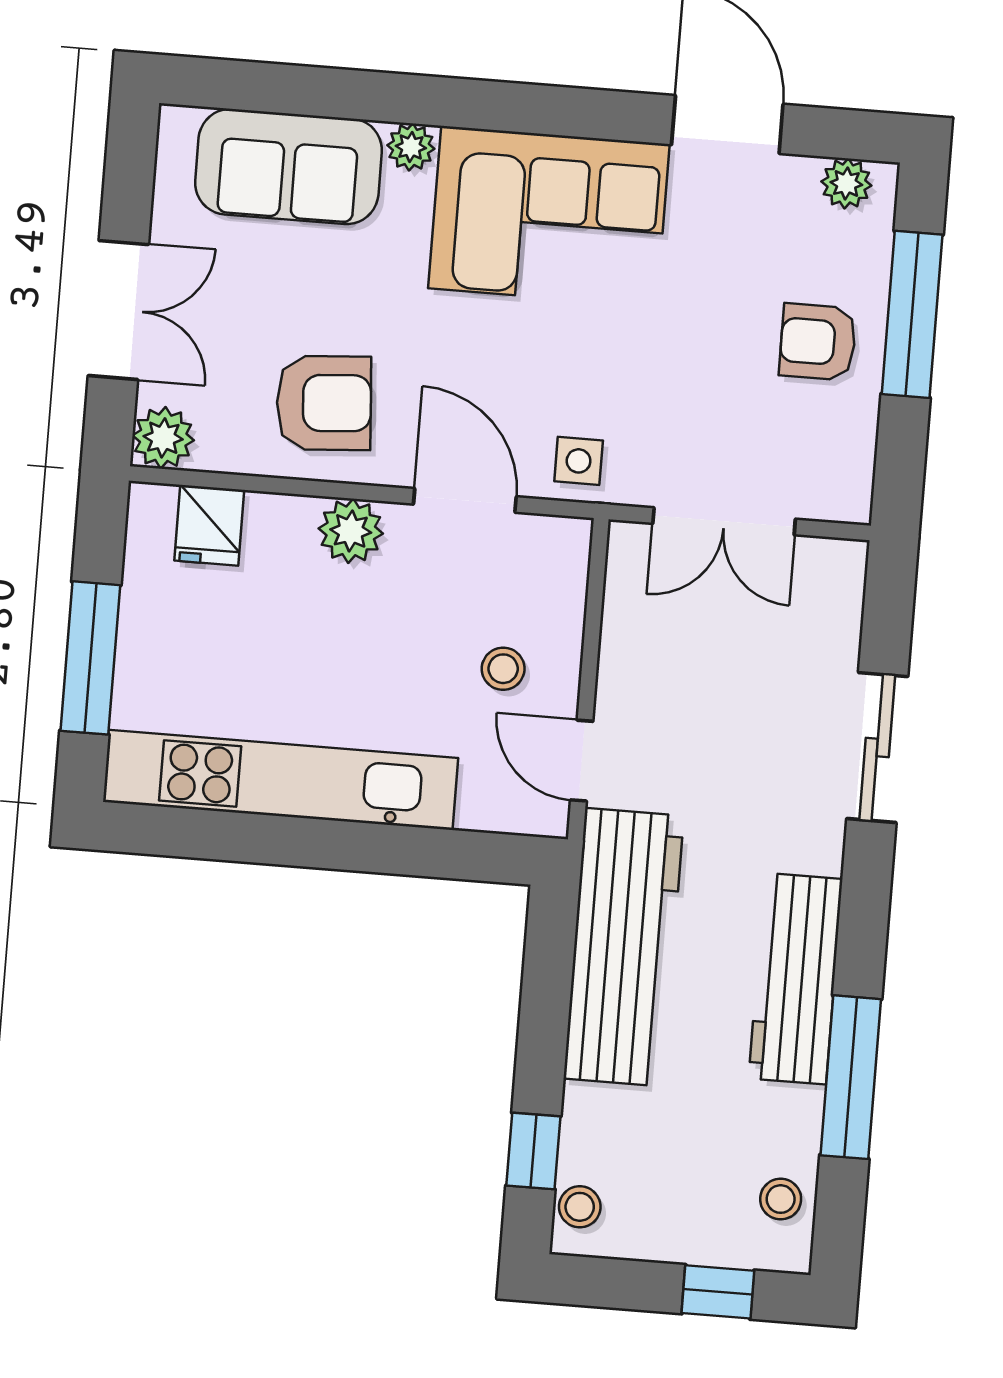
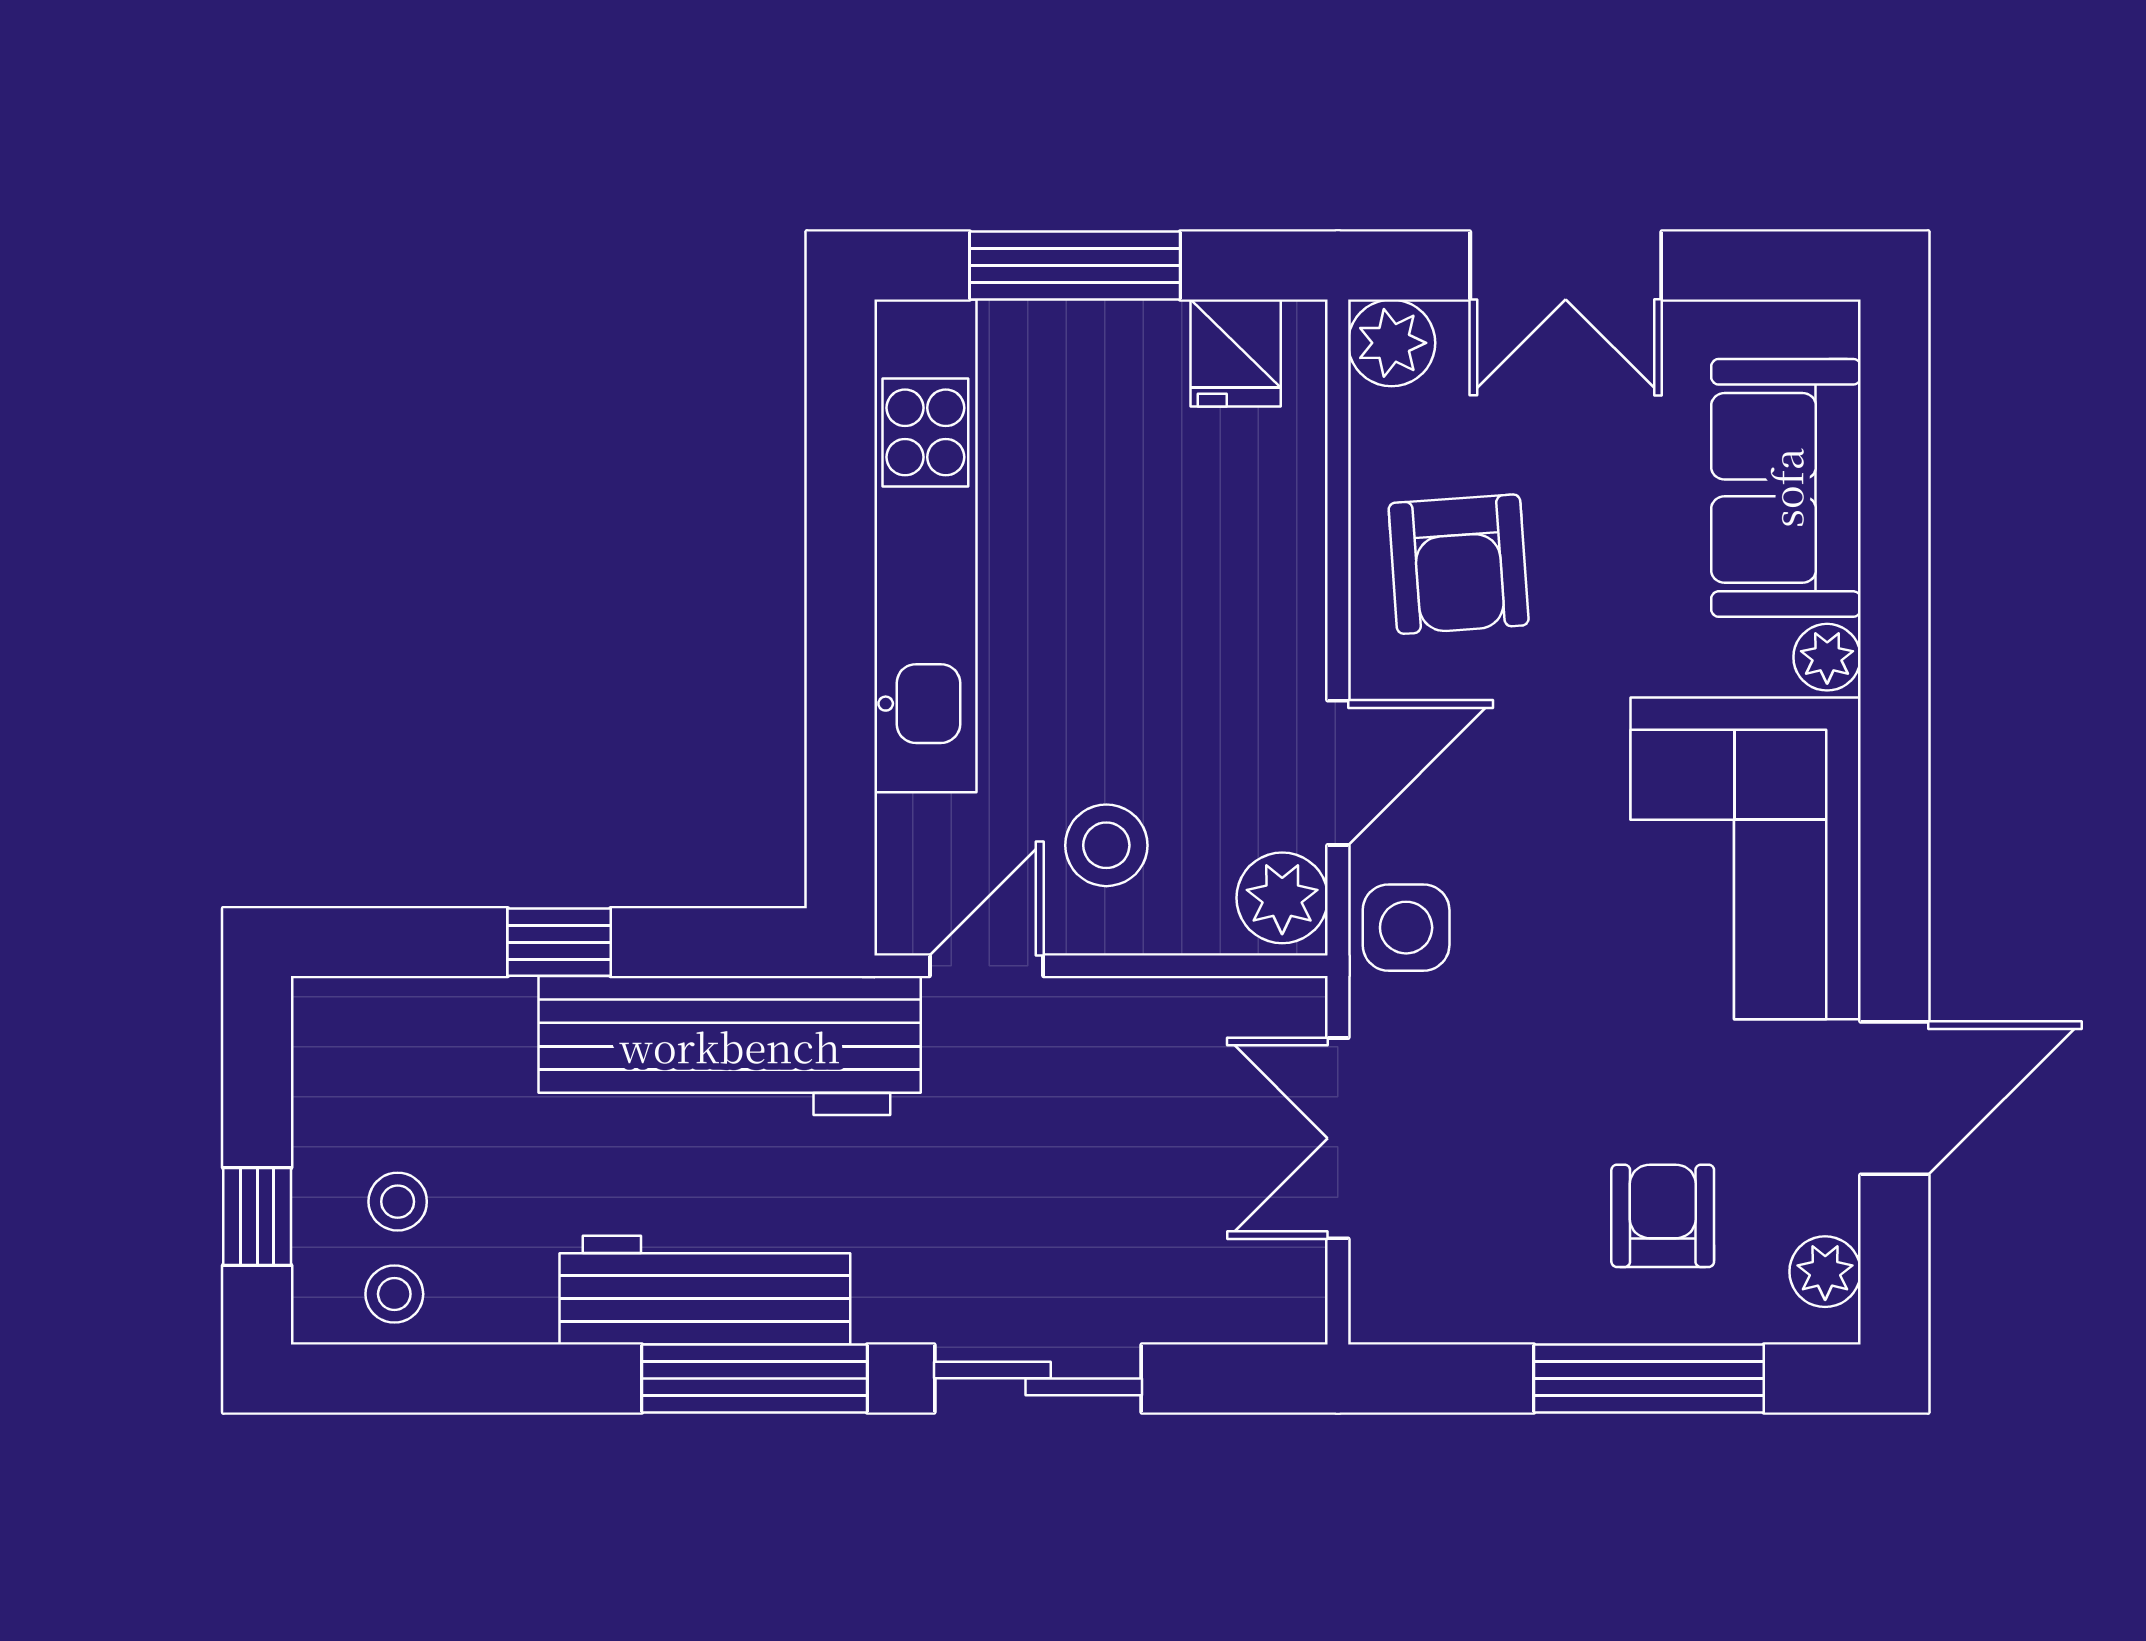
armchair: (818, 342) -> (1663, 1216), moved
side table: (579, 461) -> (1406, 928), width x1.37, depth x1.37
fridge: (209, 525) -> (1236, 353), moved, turned -90
plant: (351, 531) -> (1282, 898), moved
stool: (503, 669) -> (1106, 845), width x1.37, depth x1.37
window: (851, 1077) -> (754, 1378), moved
window: (533, 1151) -> (559, 942), moved
stool: (580, 1207) -> (398, 1202), moved

